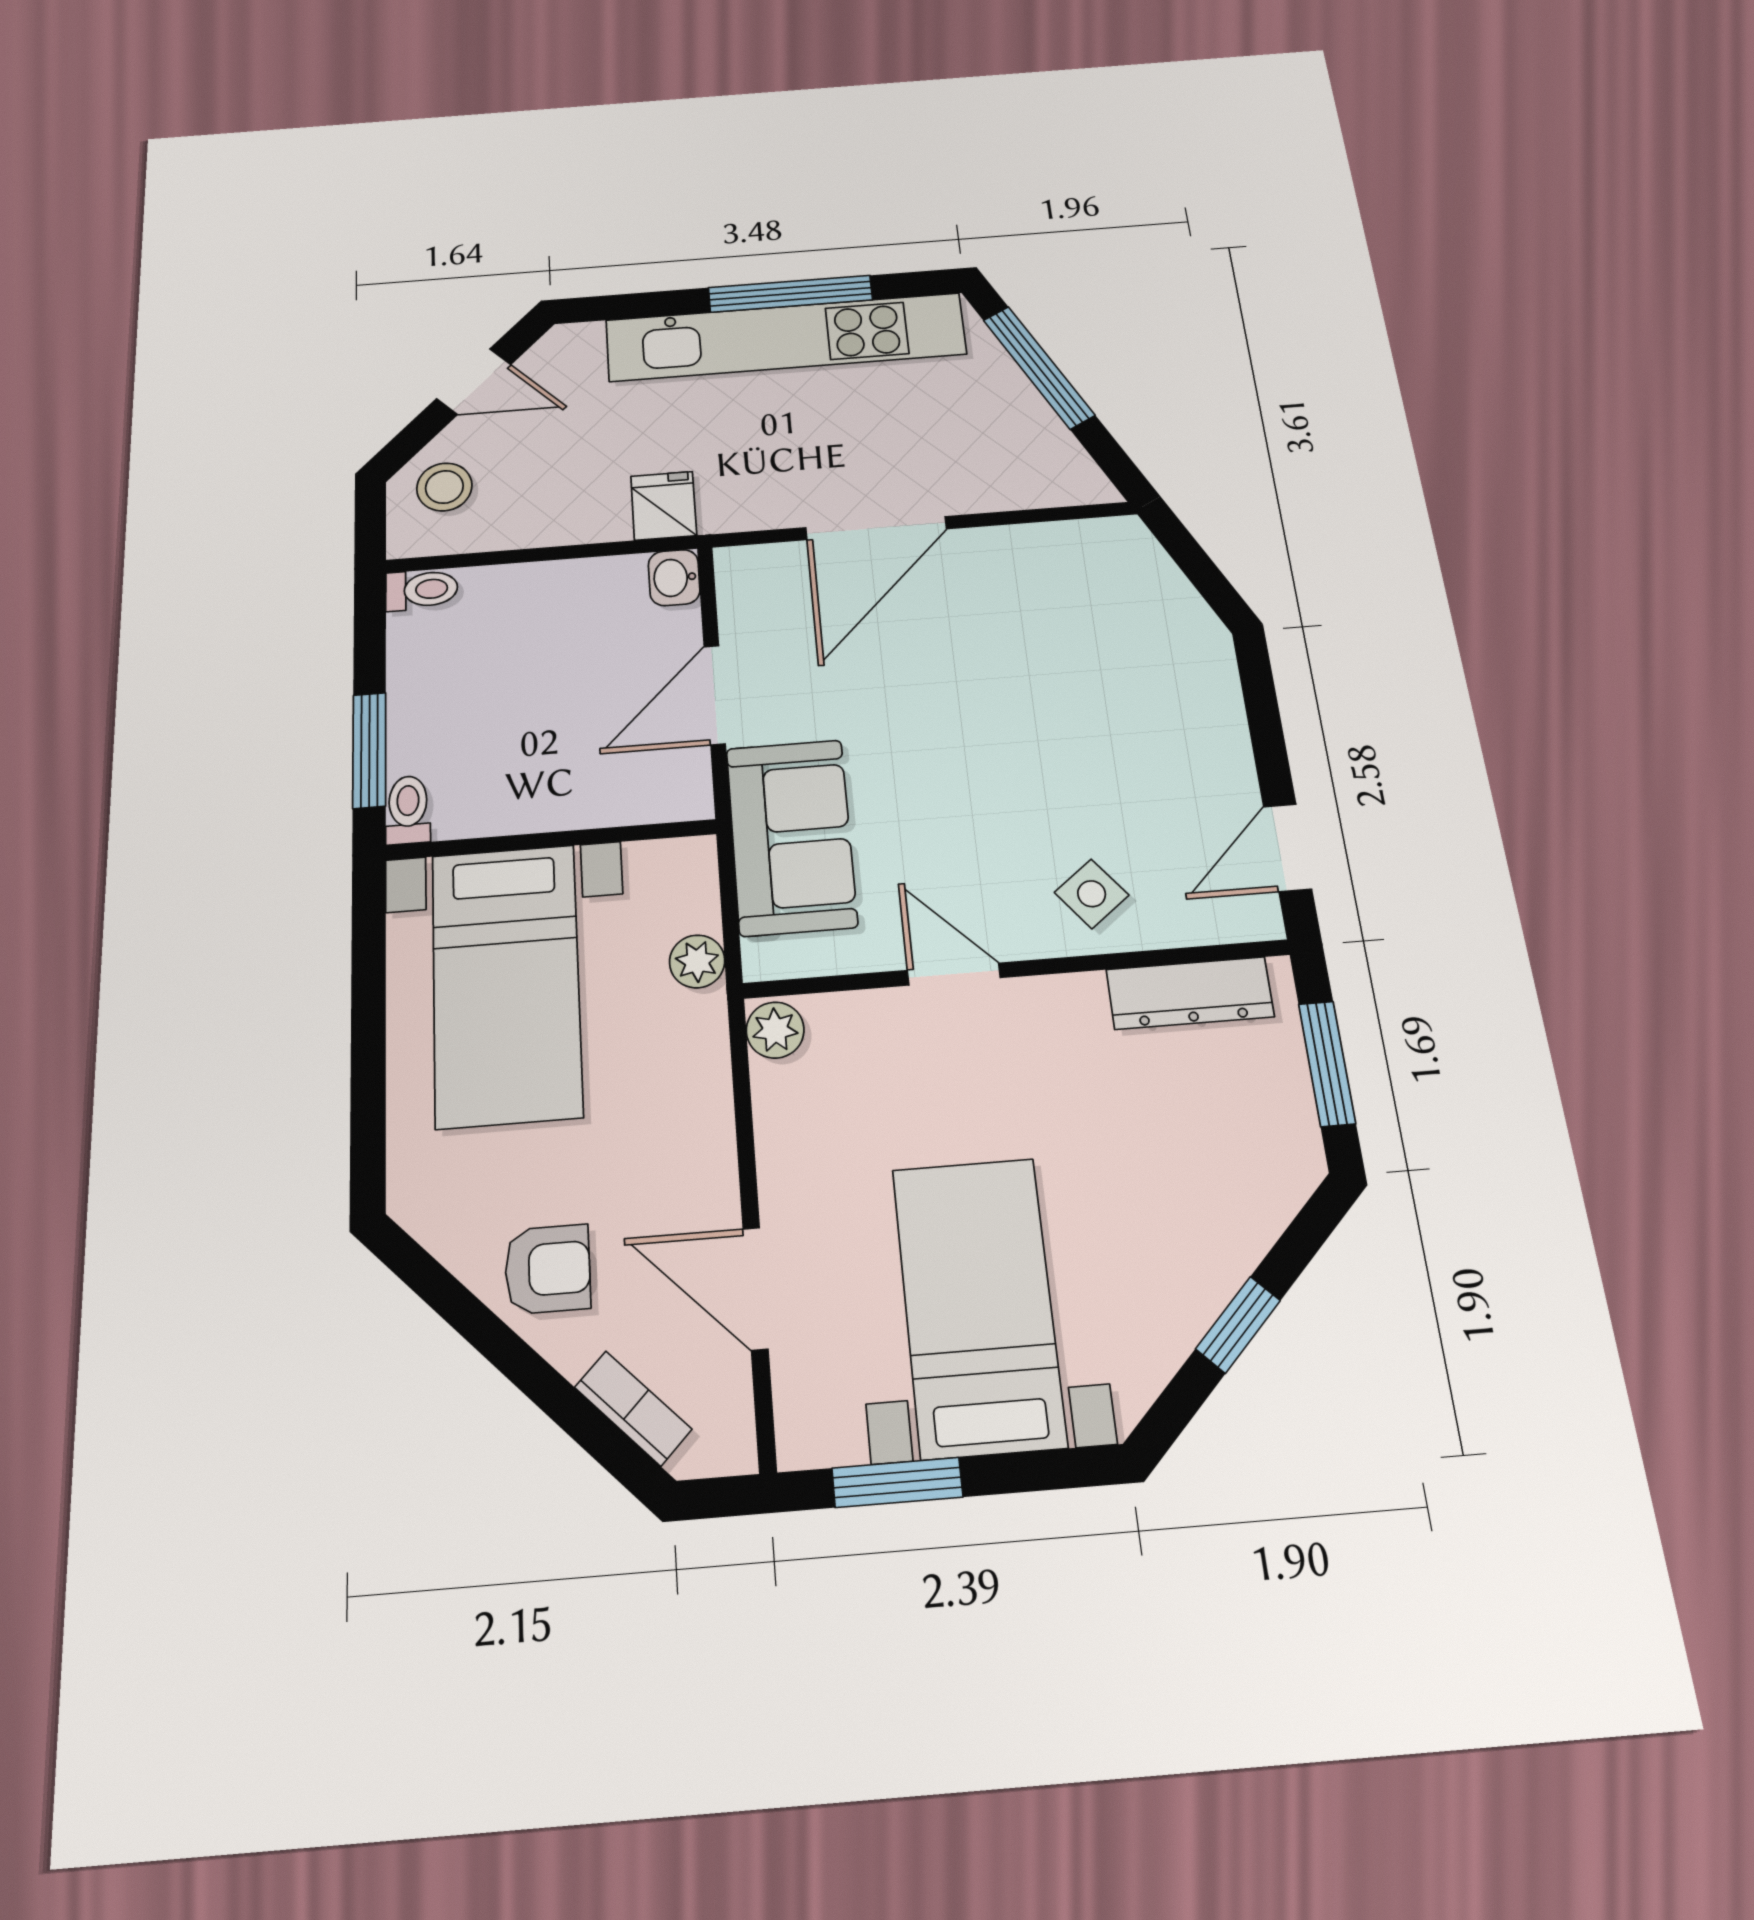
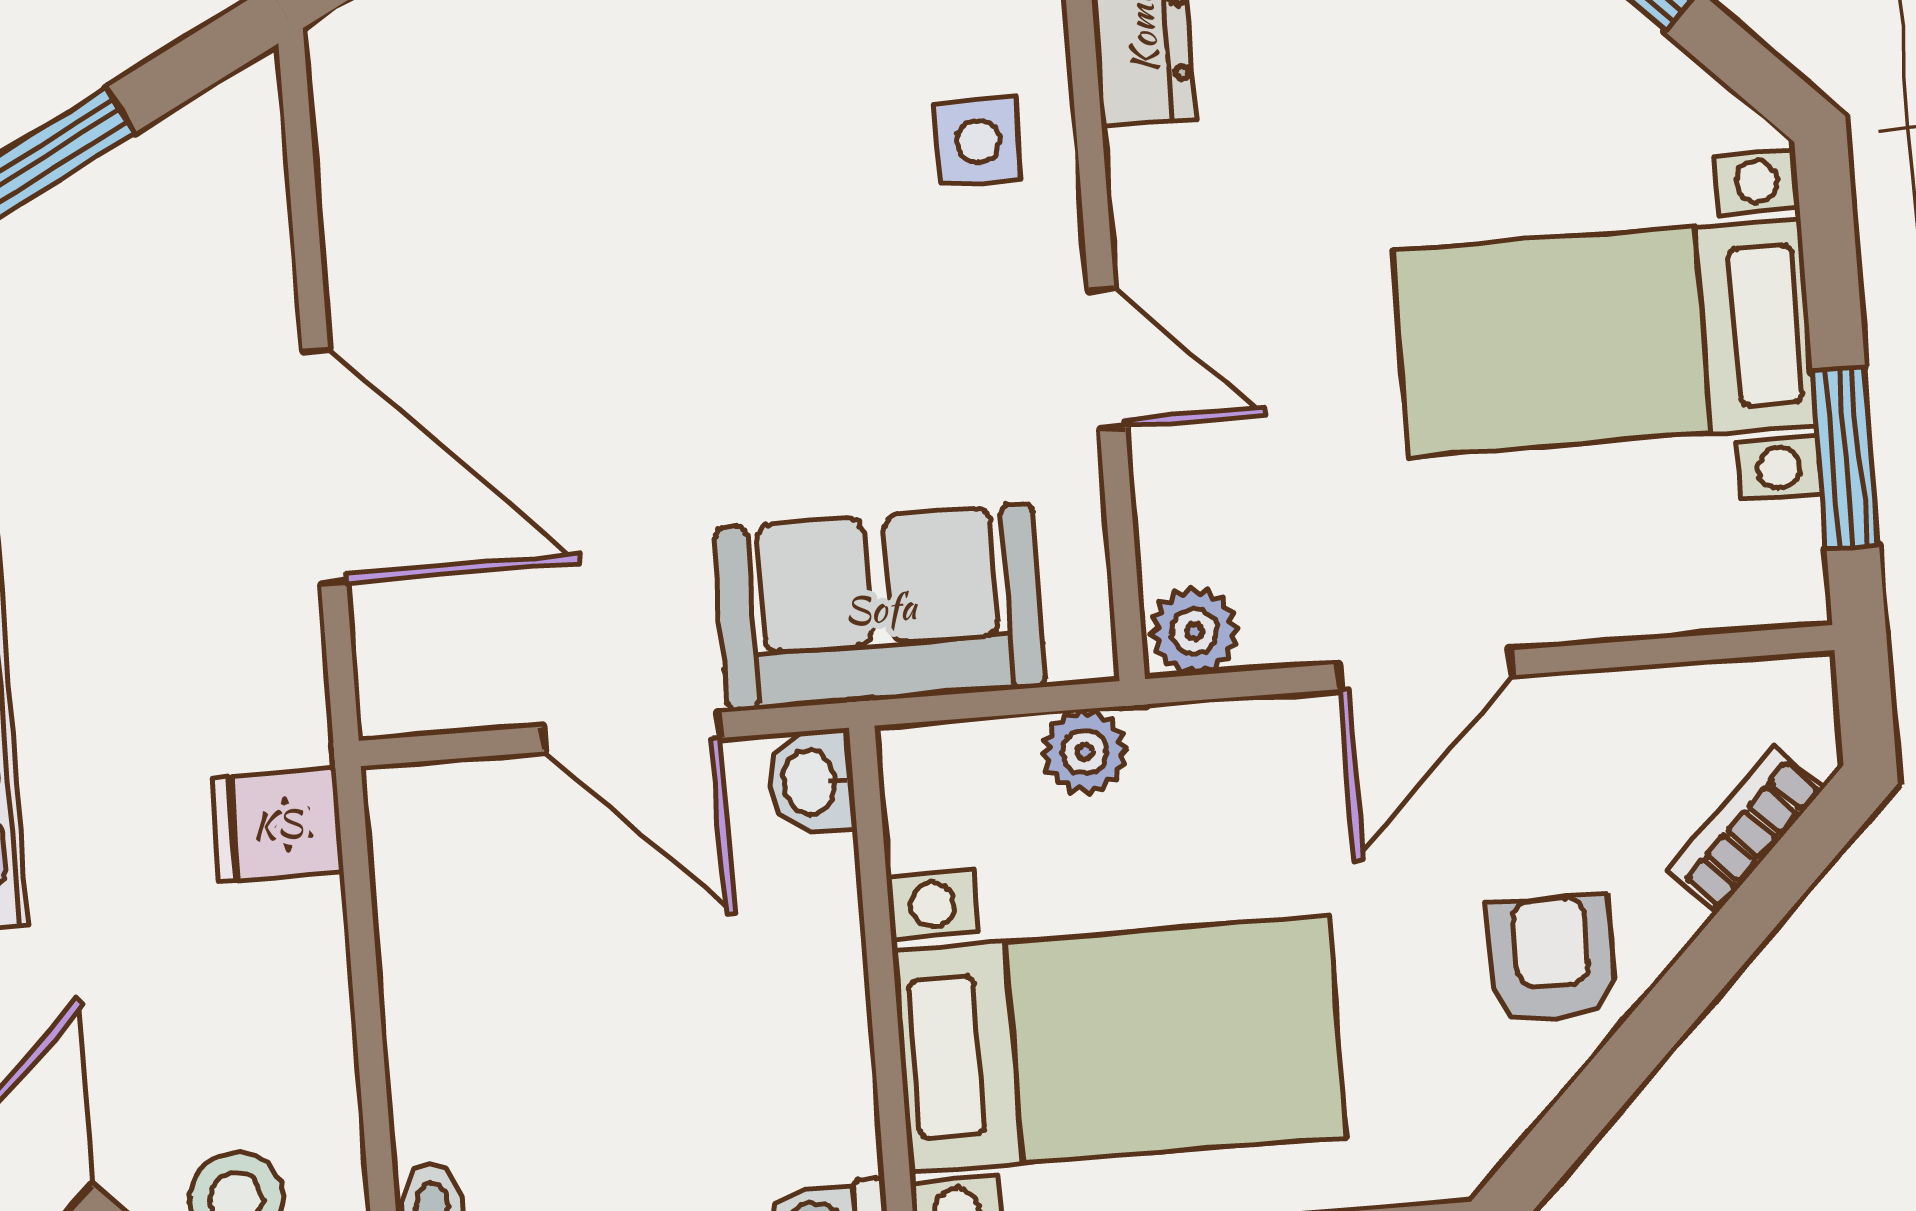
washbasin: (674, 578) -> (812, 782), moved, turned 90
side table: (1092, 894) -> (978, 141), turned 38
door: (954, 974) -> (1107, 358), swing flipped
door: (755, 1288) -> (1425, 670), moved

